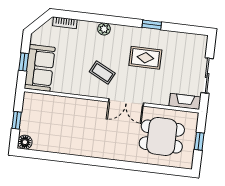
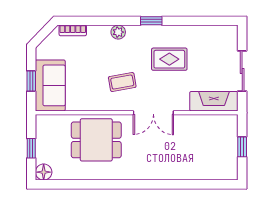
window: (152, 25) -> (151, 21), moved
coffee table: (102, 73) -> (122, 82), turned -37
fireplace: (185, 101) -> (214, 101), width x1.37, depth x1.32
dining table: (162, 136) -> (96, 140), moved

